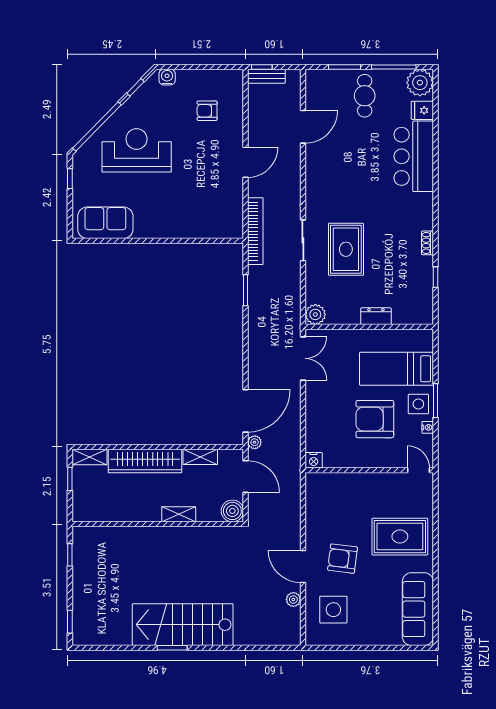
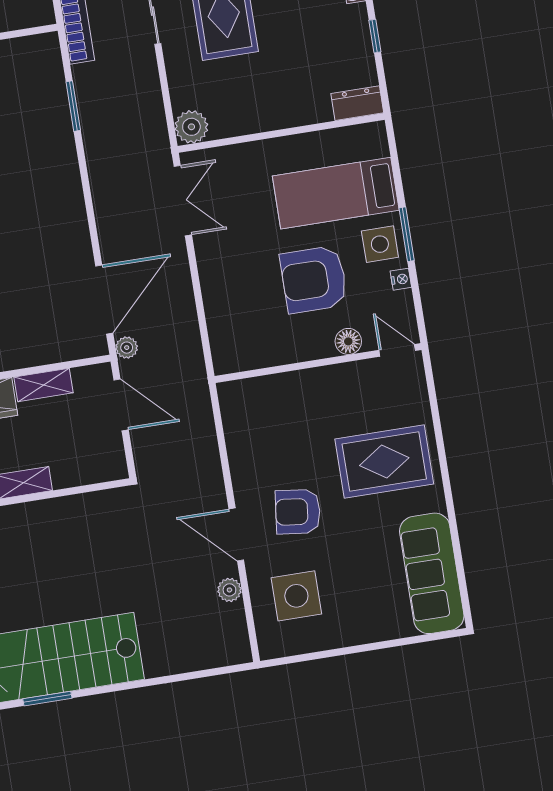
dresser: (376, 316) -> (357, 103), moved
nightstand: (314, 460) -> (226, 361), removed
floor lamp: (390, 460) -> (348, 341), added
boiler: (232, 511) -> (109, 463), removed

